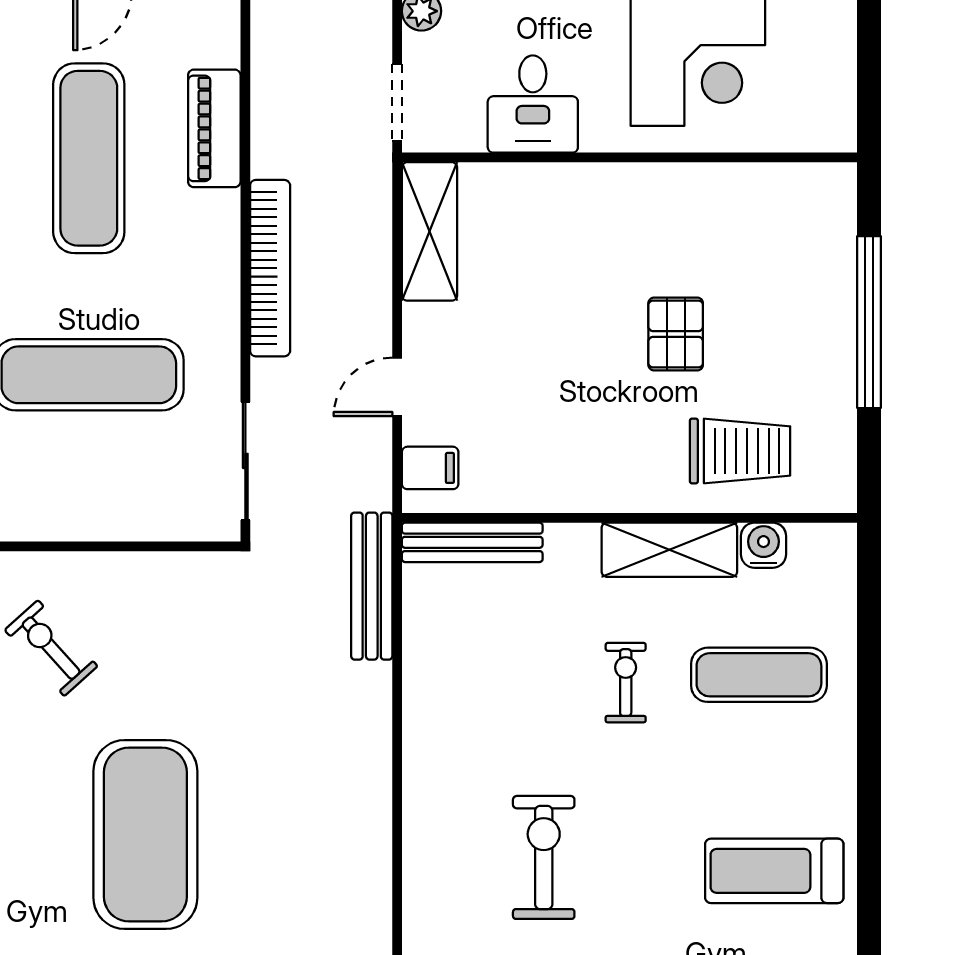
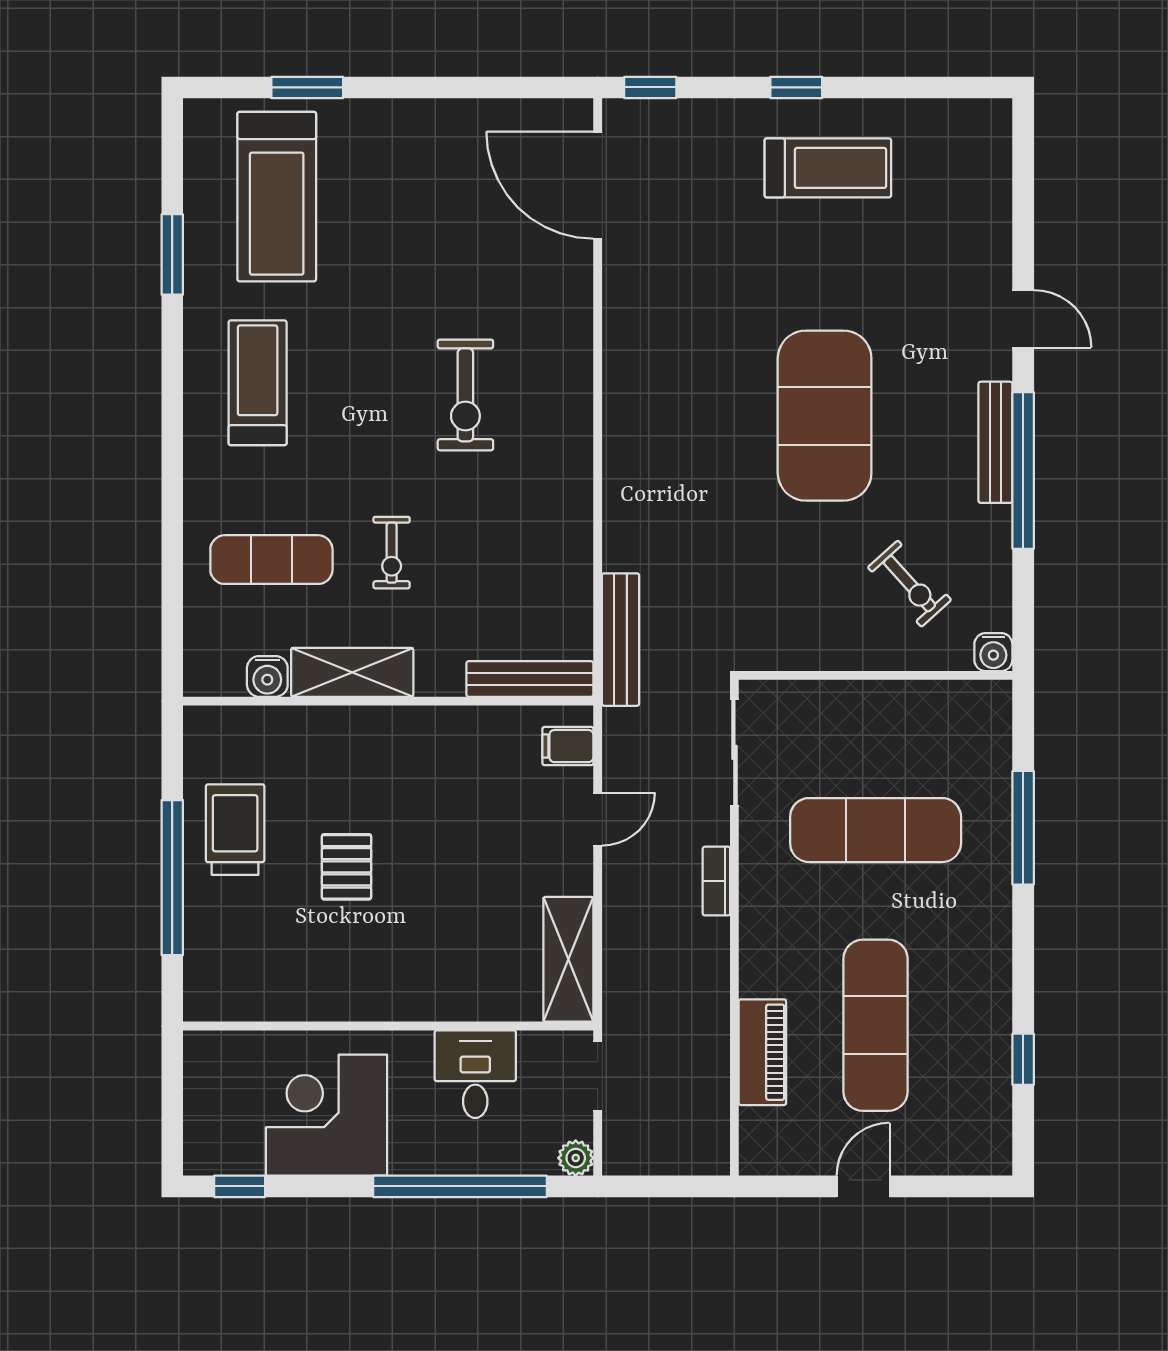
bookcase: (270, 268) -> (716, 881), width x0.43, depth x0.76
trolley: (740, 451) -> (235, 830), moved, turned 90
treadmill: (774, 871) -> (258, 383), turned -90

